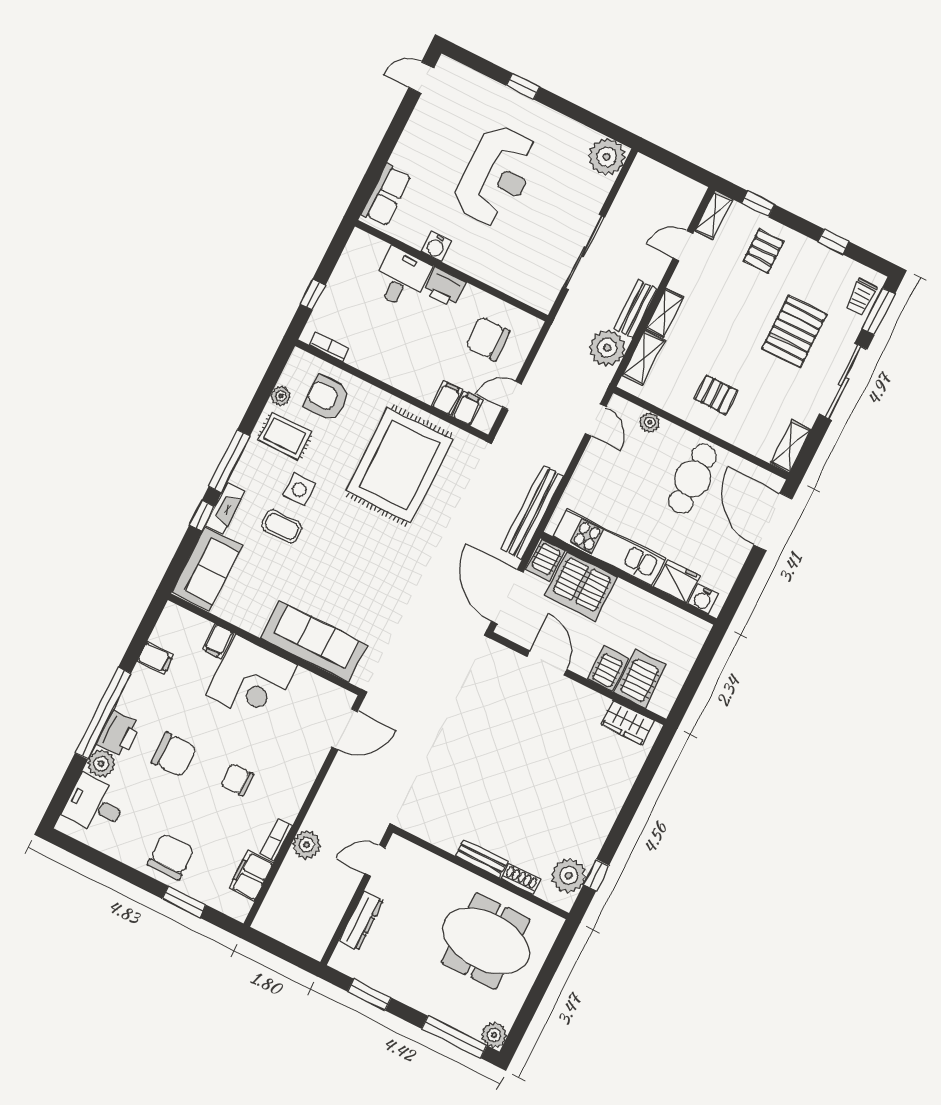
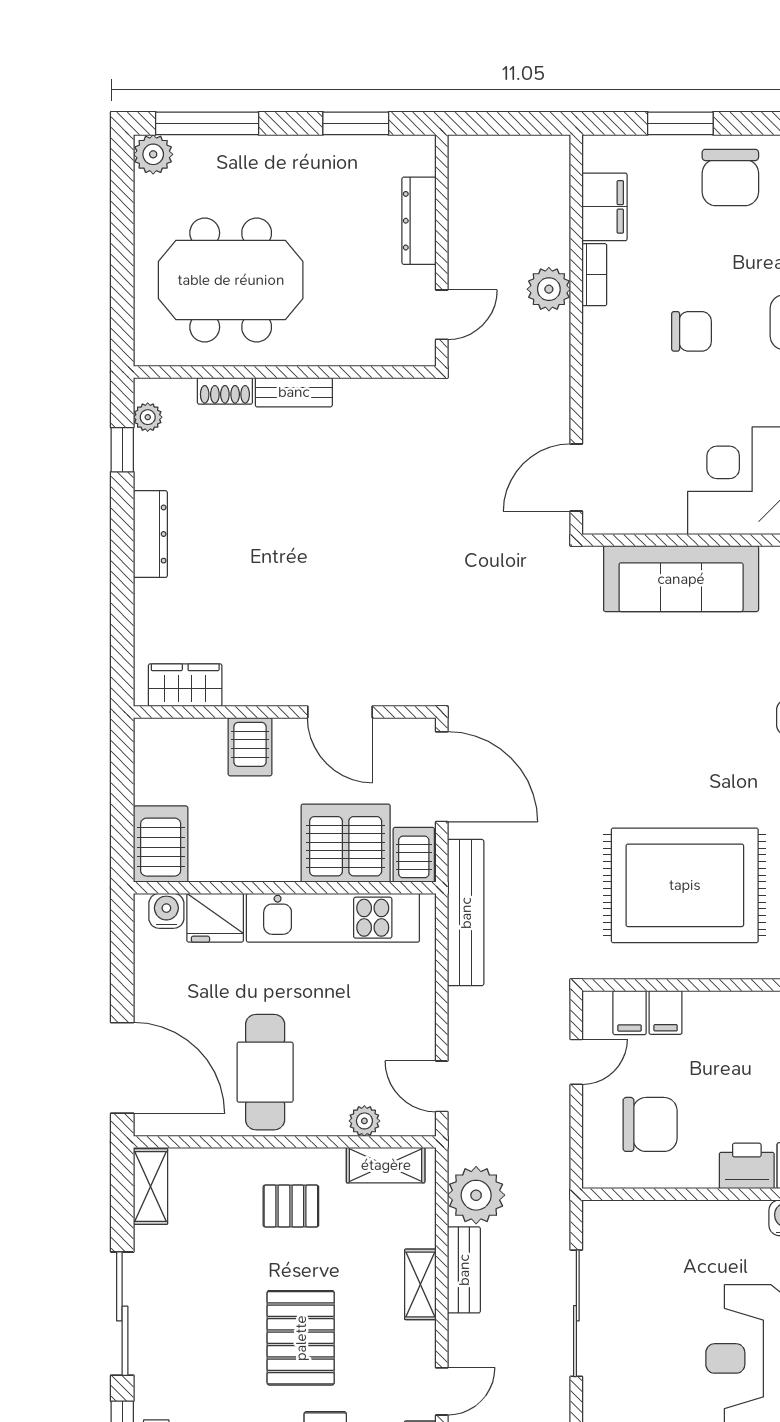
pallet: (794, 331) -> (301, 1338), moved
shelving: (643, 358) -> (386, 1165), moved, turned 90
rug: (399, 465) -> (685, 885), turned 90
server rack: (640, 679) -> (161, 844), moved, turned 180
dresser: (604, 819) -> (150, 534), added
plant: (569, 876) -> (148, 417), width x0.53, depth x0.53

